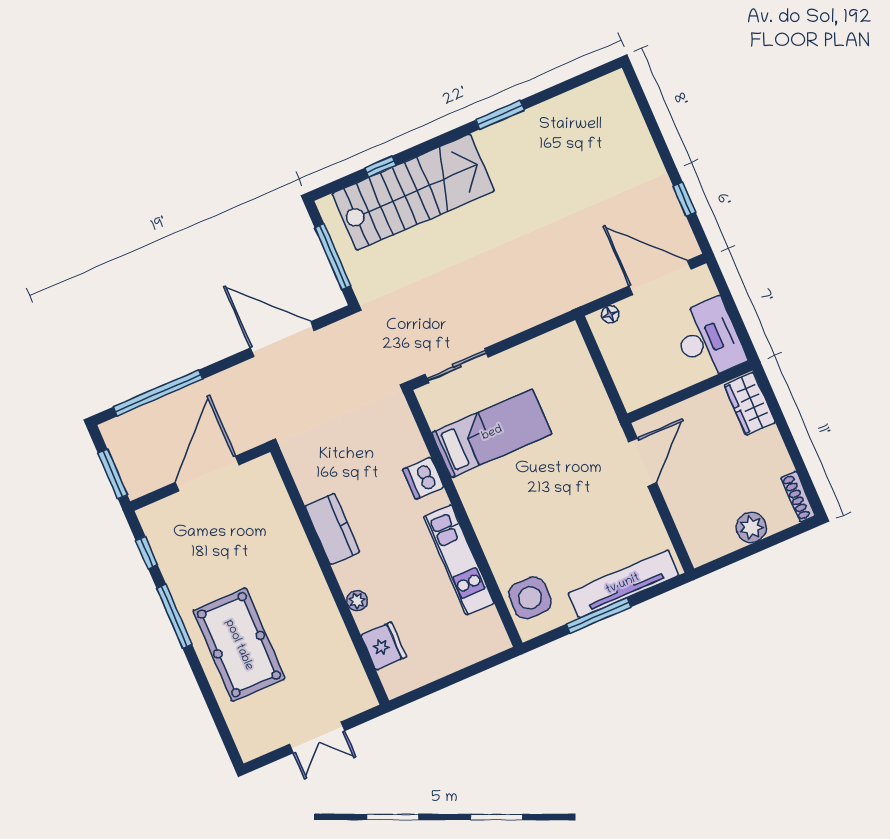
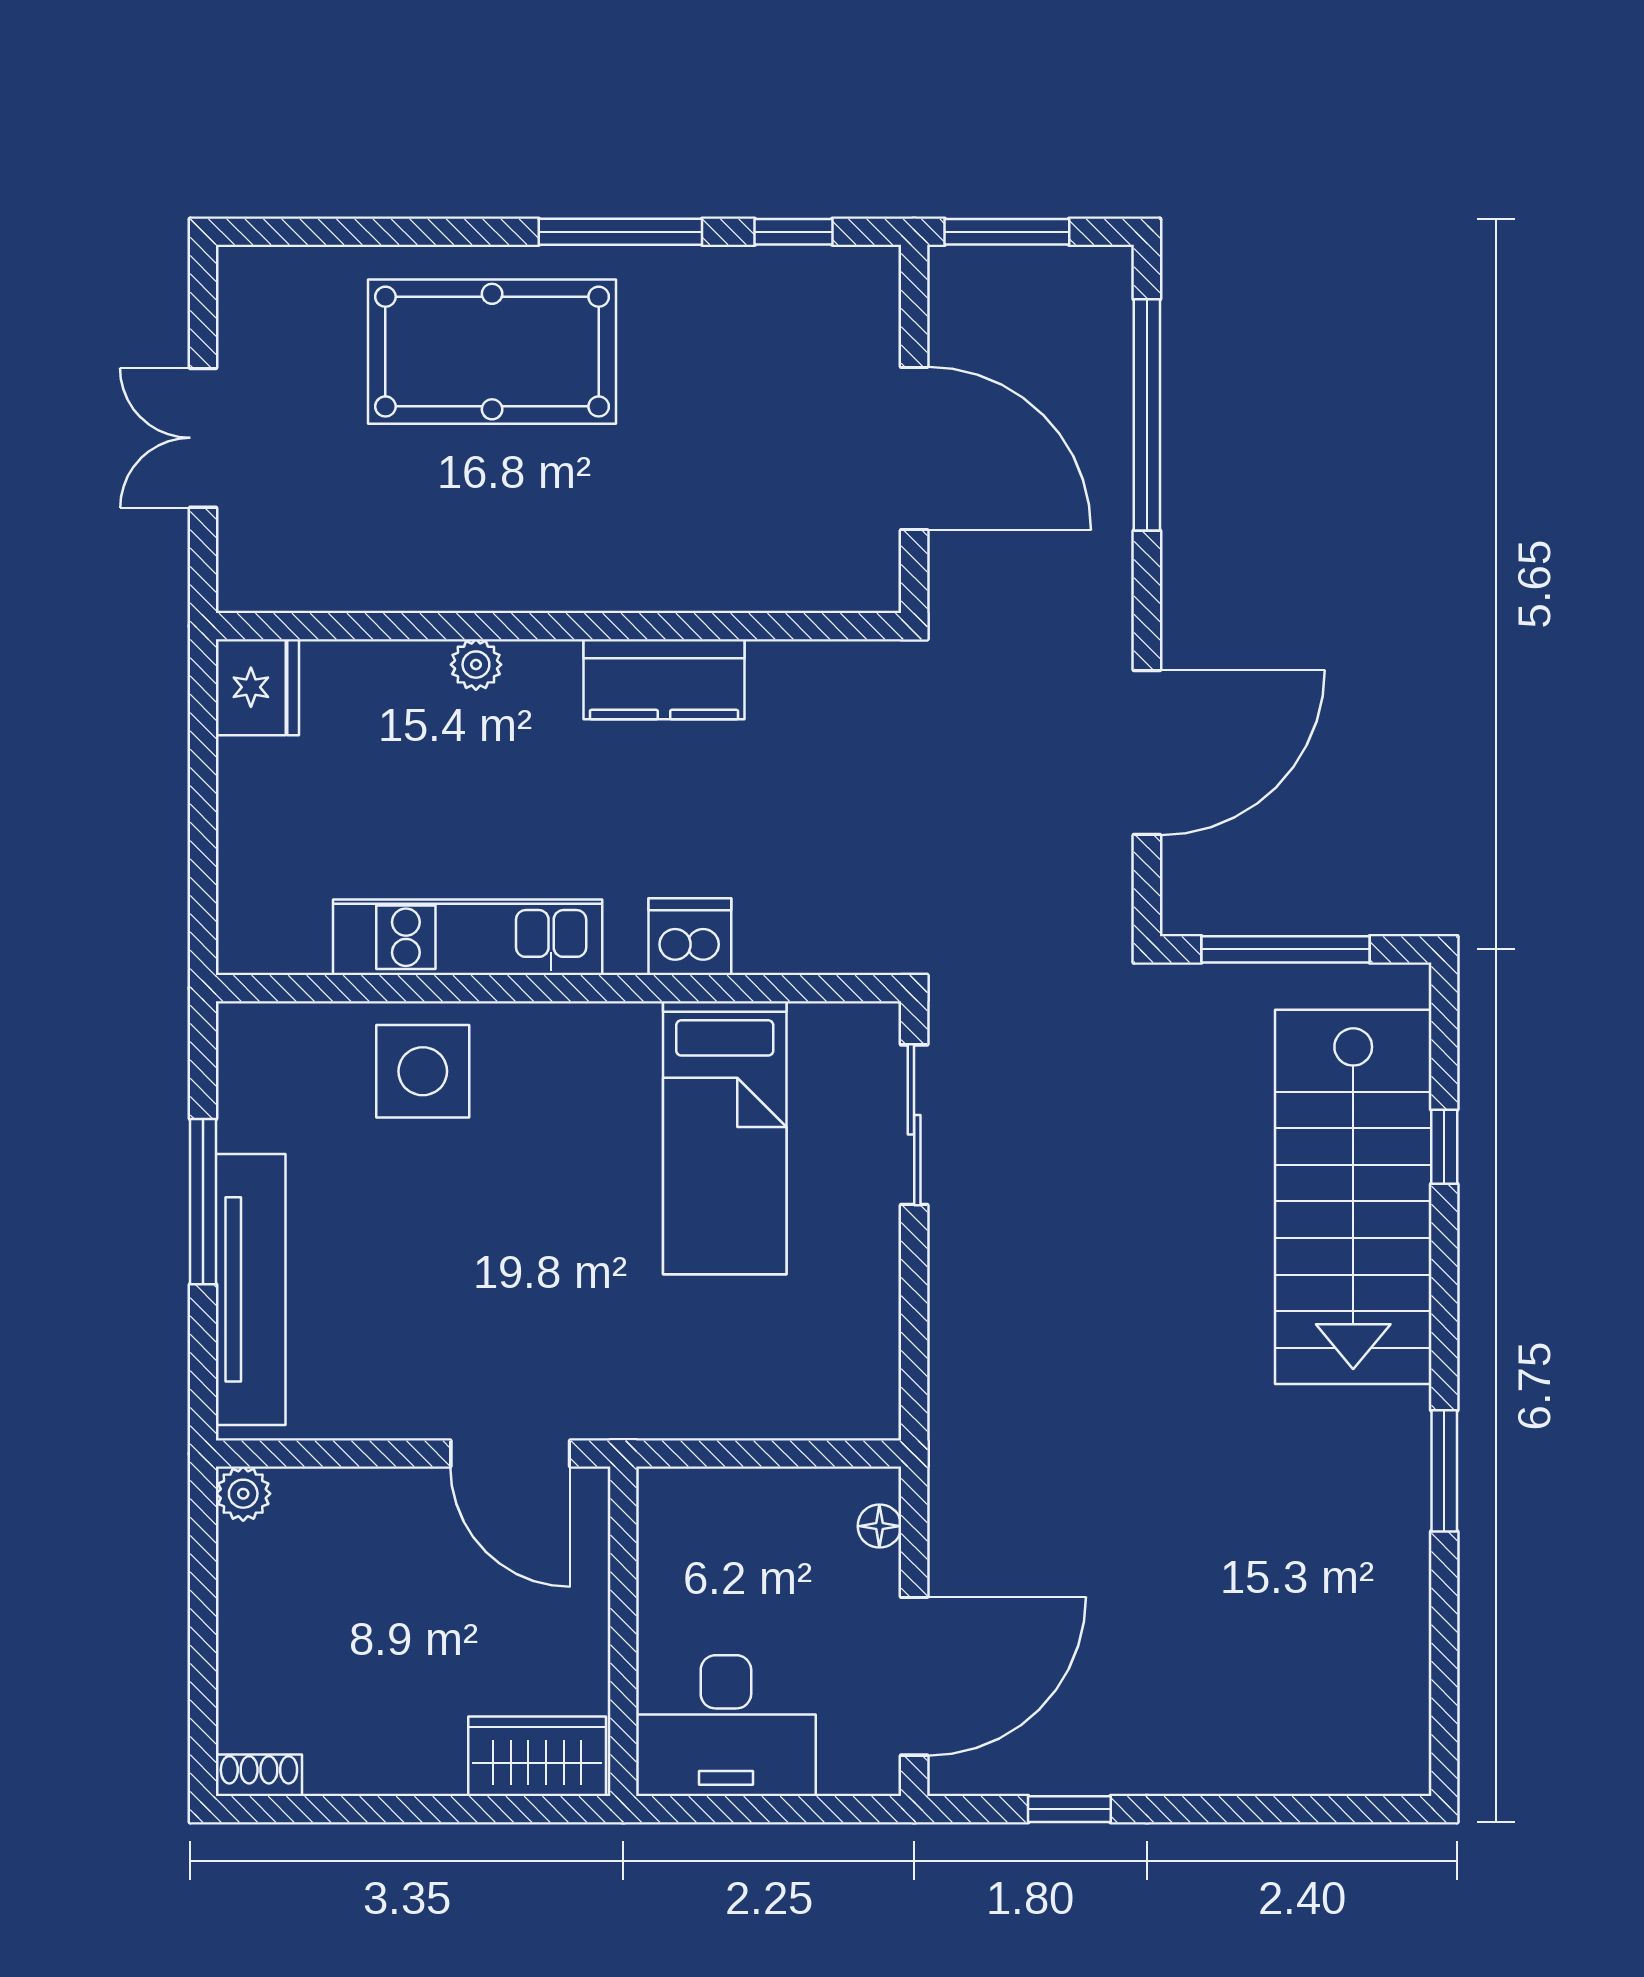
shoe rack: (798, 497) -> (259, 1775), width x0.70
plant: (751, 527) -> (243, 1494), moved, width x0.73, depth x0.73
side table: (530, 598) -> (423, 1071), moved
fridge: (384, 646) -> (257, 687), moved, turned -90

